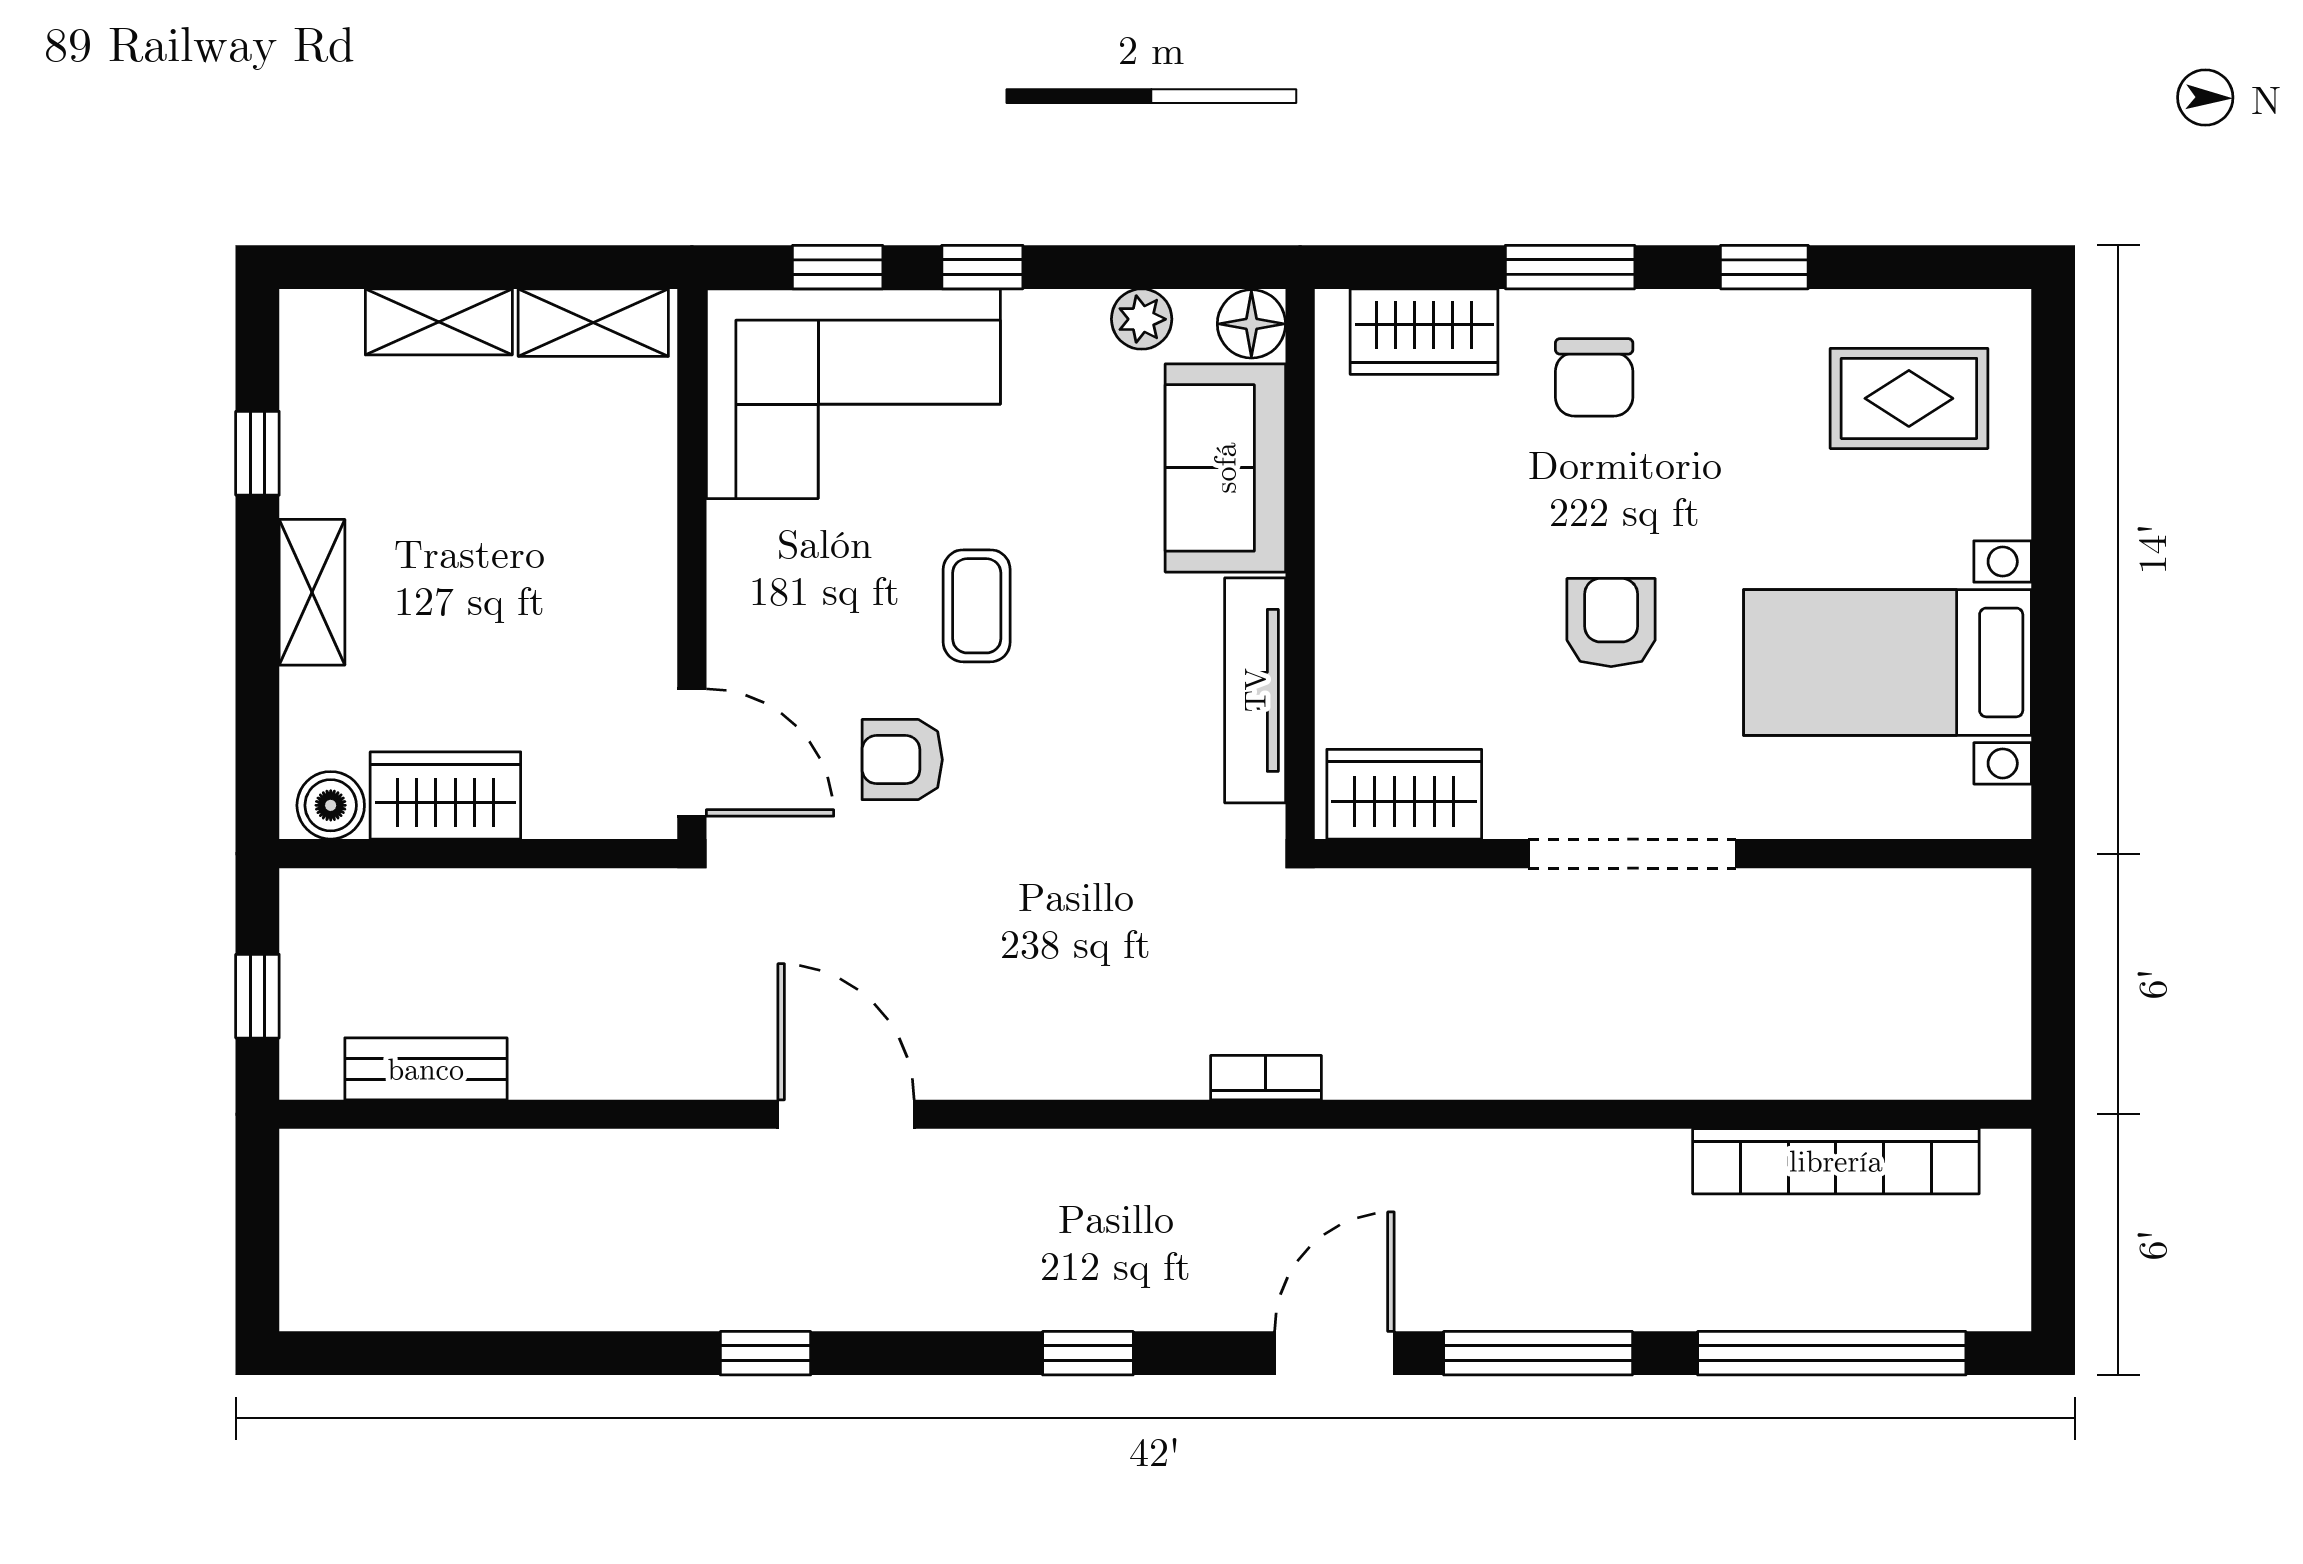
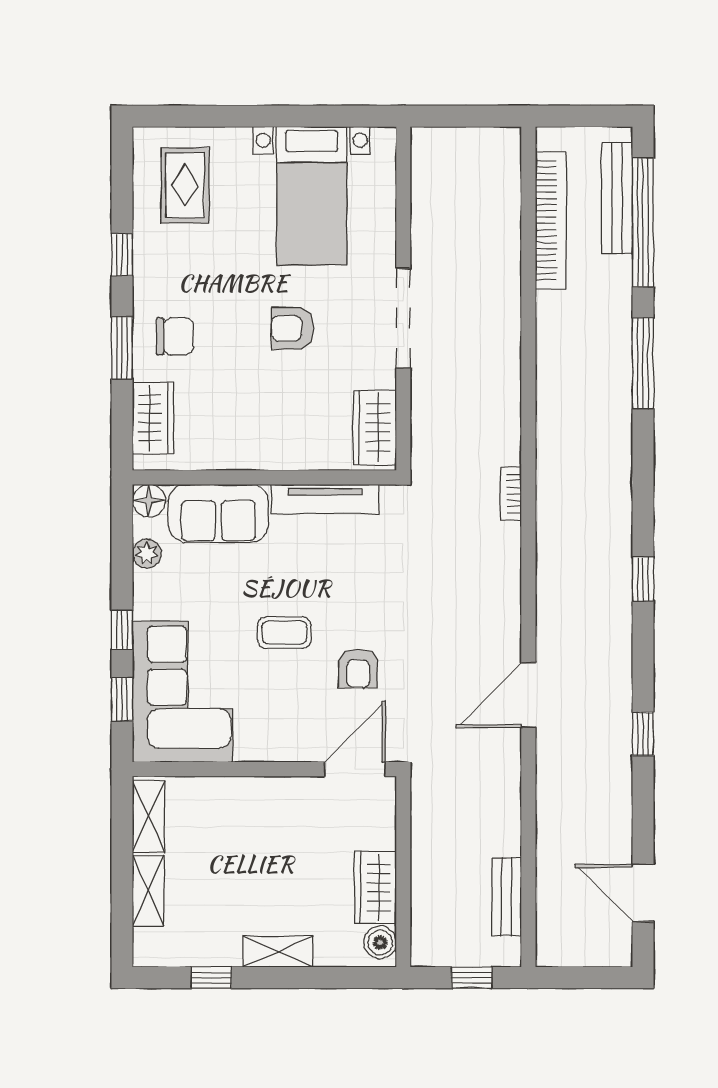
bench: (1882, 1299) -> (617, 198), added
door: (1334, 1353) -> (643, 893), moved

